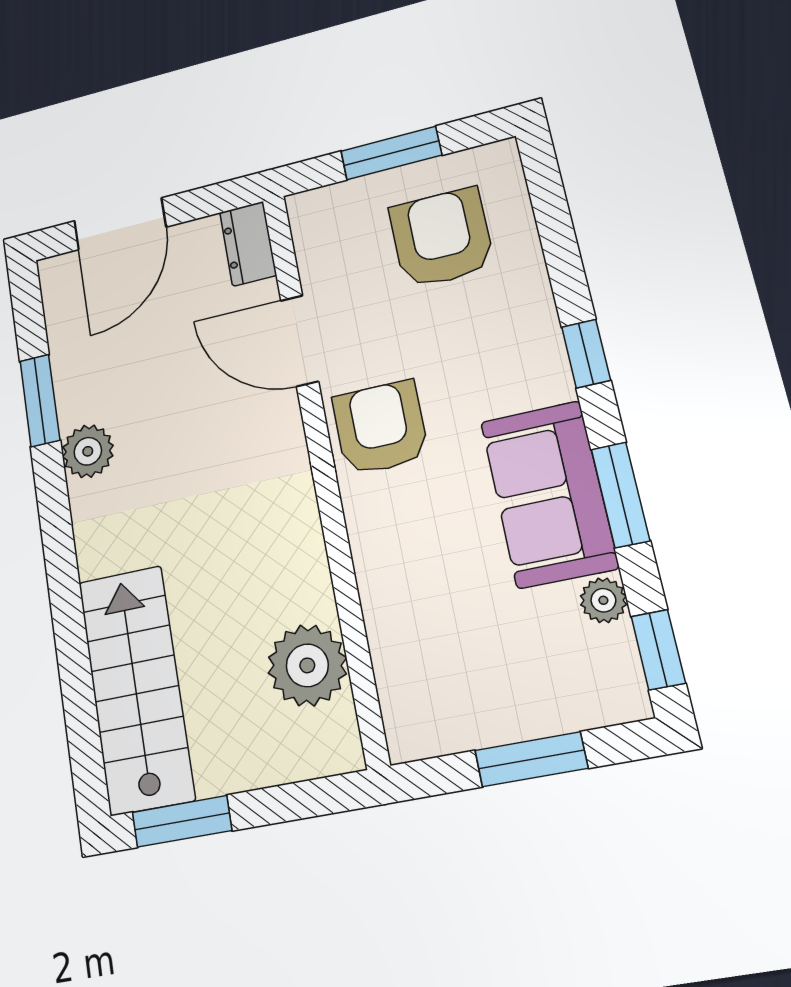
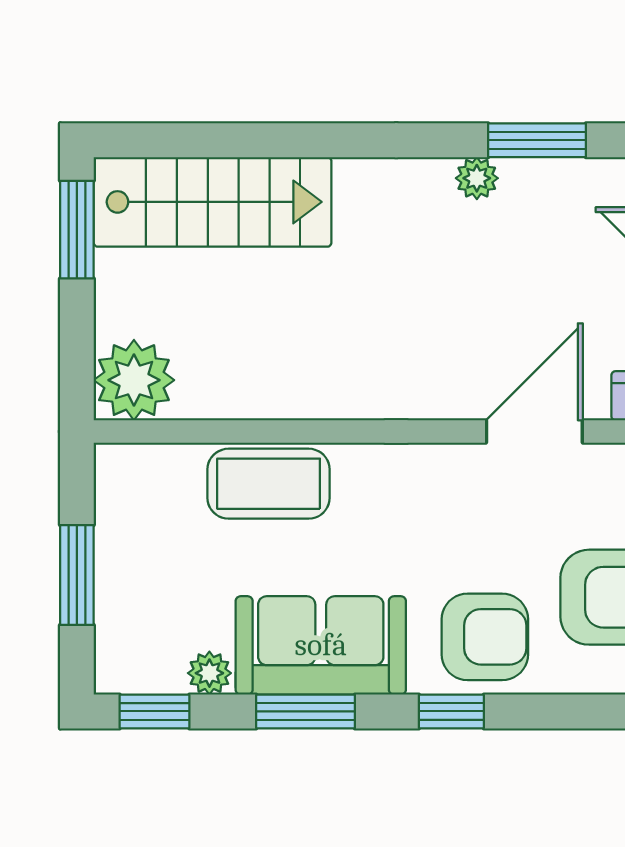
armchair: (380, 428) -> (485, 637), moved
plant: (88, 451) -> (477, 178), width x0.73, depth x0.73
coffee table: (397, 579) -> (269, 484), added
plant: (307, 665) -> (134, 380), moved

